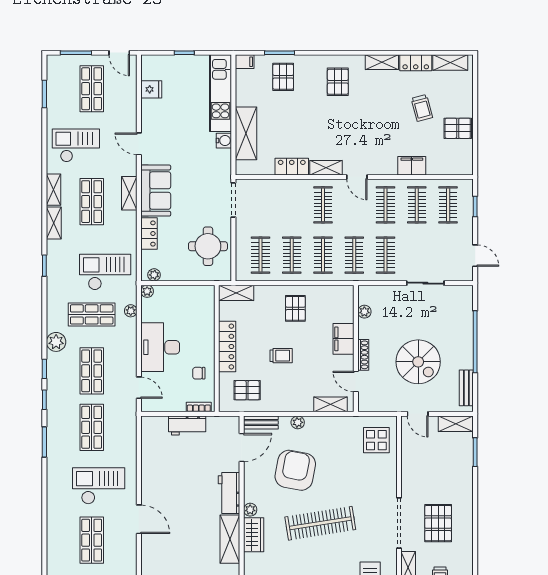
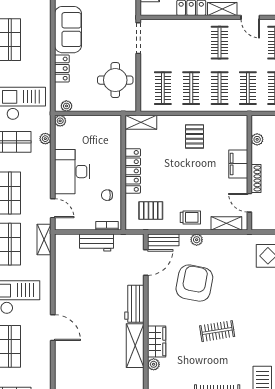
shelving: (129, 193) -> (44, 240), moved
trolley: (281, 356) -> (190, 217), moved
plant: (250, 510) -> (154, 364), moved
clothes rail: (320, 523) -> (217, 331), width x0.54, depth x0.76

